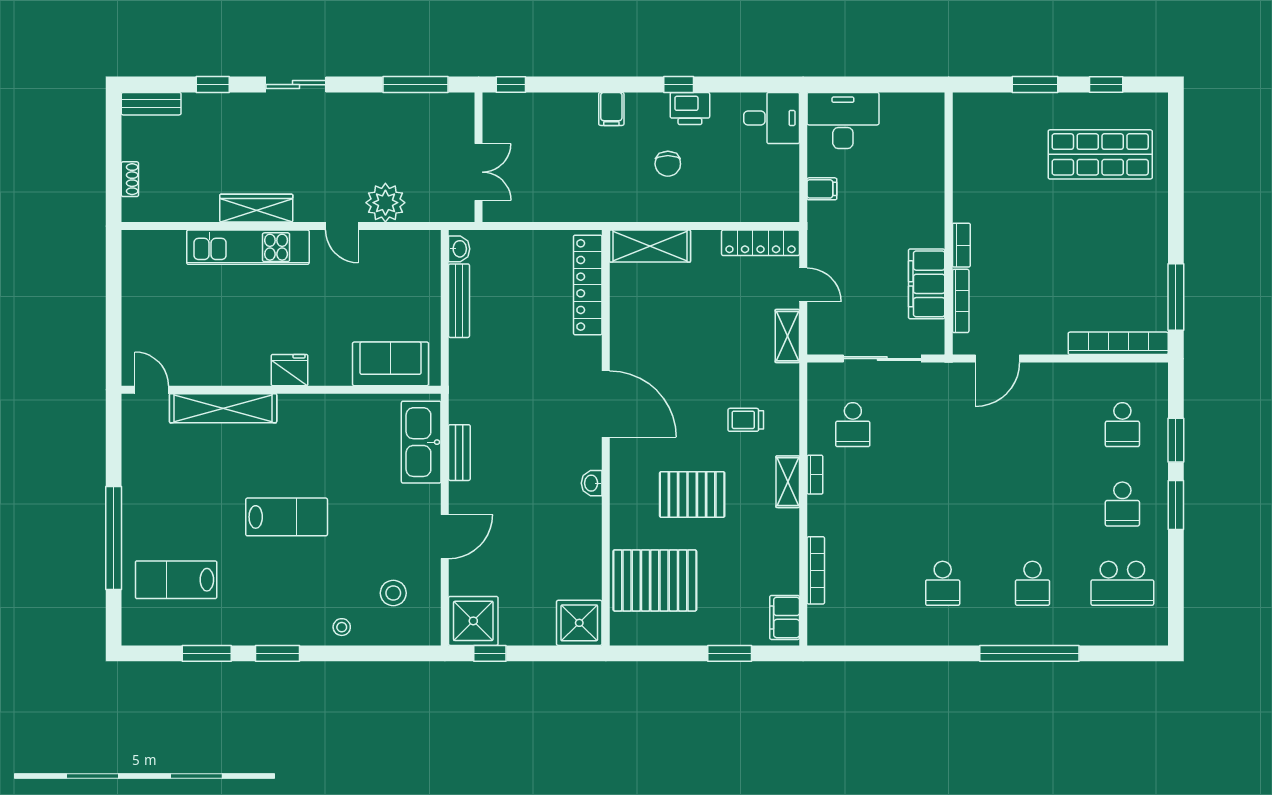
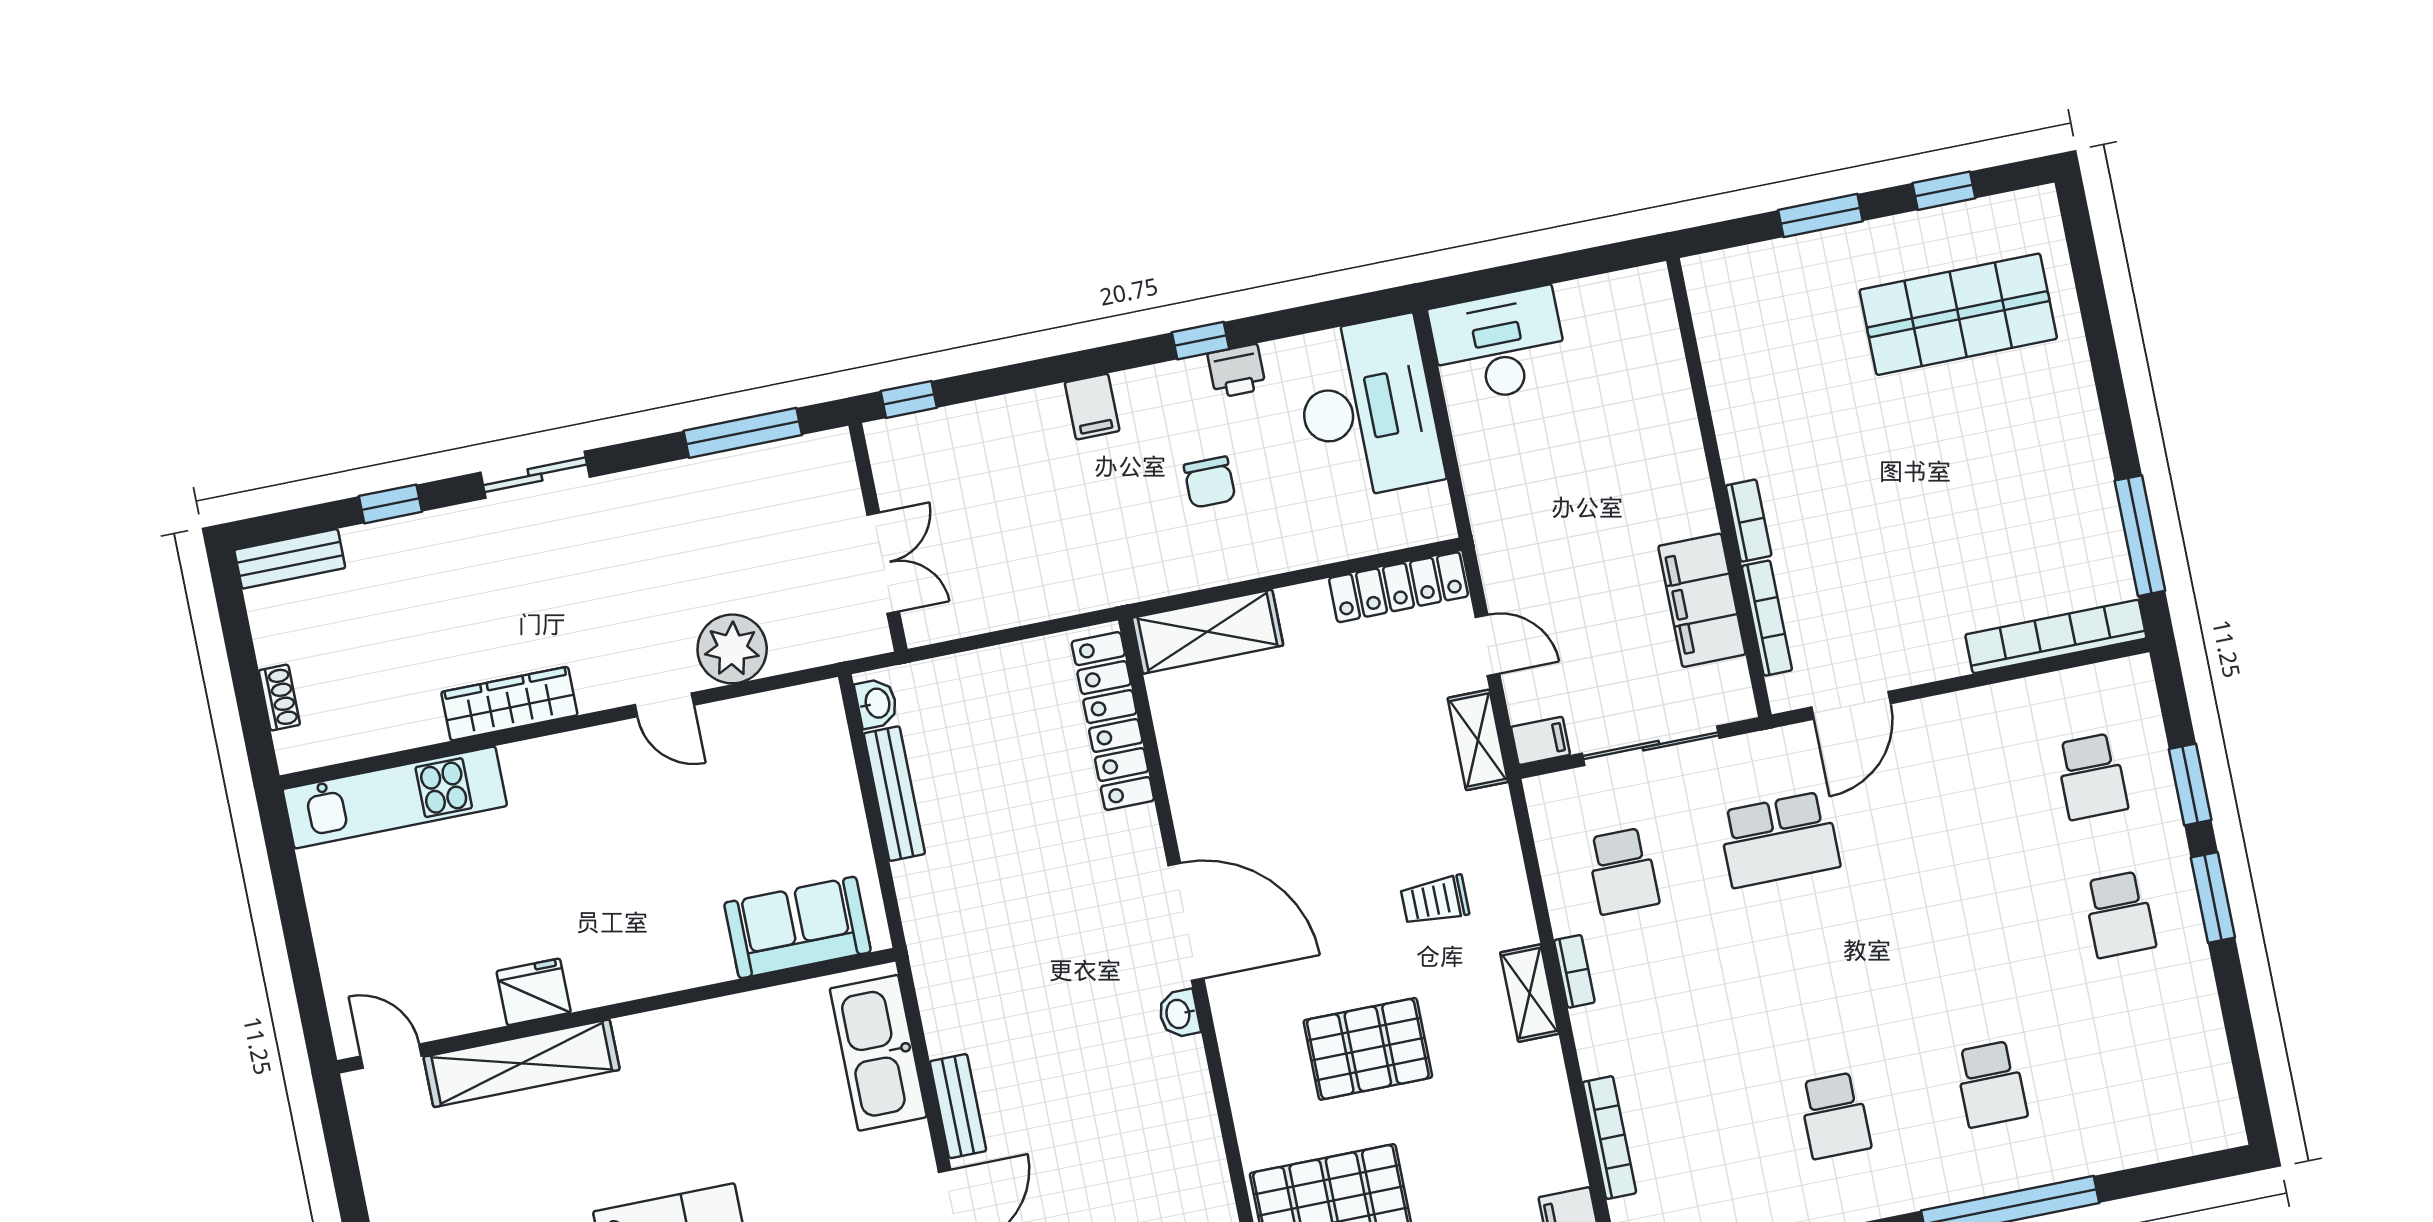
printer: (690, 108) -> (1237, 371), width x0.73, depth x0.81
desk: (772, 118) -> (1367, 408), width x1.87, depth x1.30
filing cabinet: (822, 189) -> (1541, 741), moved
kitchen unit: (248, 247) -> (395, 797), moved
fridge: (290, 370) -> (534, 992), moved
bench: (459, 453) -> (958, 1106), moved
washbasin: (592, 483) -> (1179, 1014), moved
school desk: (1122, 583) -> (1779, 839), moved

